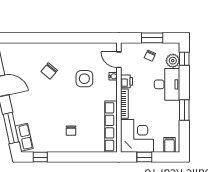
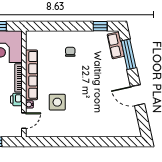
door: (119, 60) -> (24, 121), hinge flipped
chair: (49, 71) -> (91, 110), removed
row of seats: (111, 127) -> (32, 75), moved

